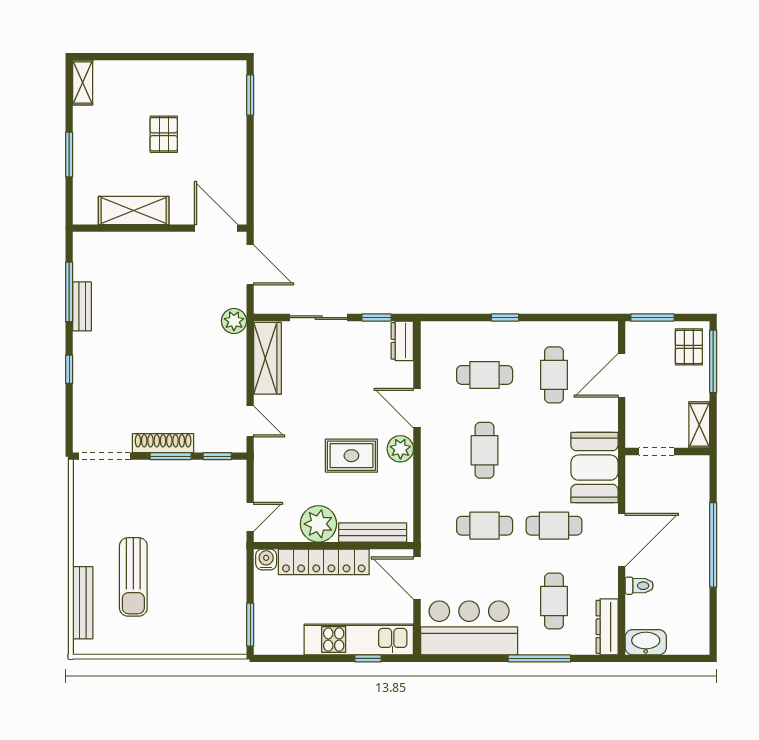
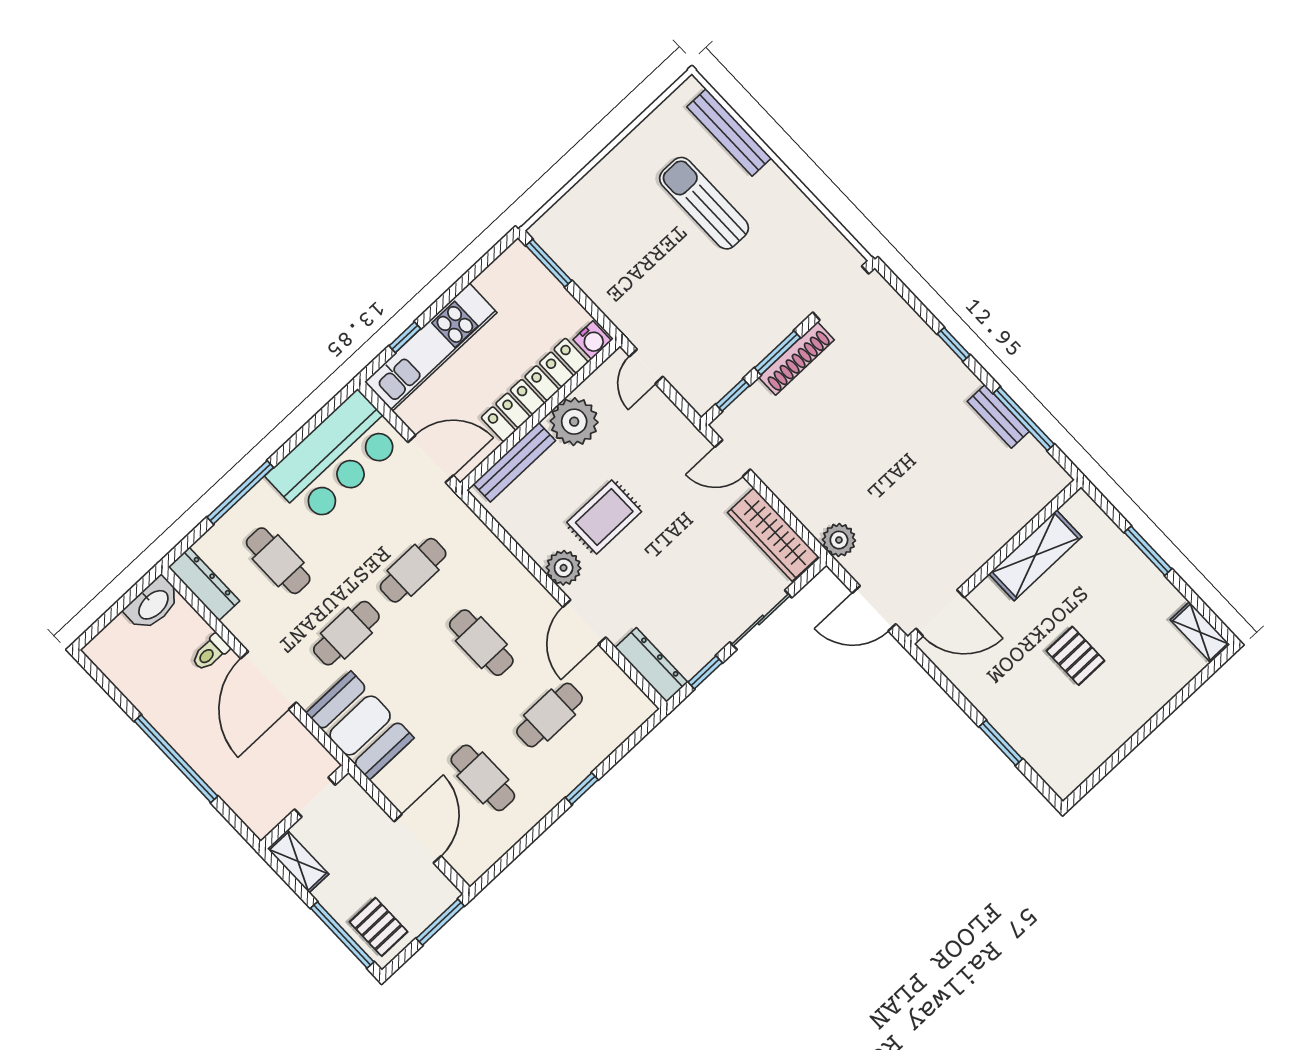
window: (250, 95) -> (1001, 743), moved
dresser: (402, 341) -> (651, 665), width x1.44
door: (417, 408) -> (584, 622), swing flipped

